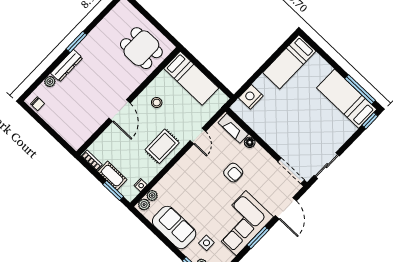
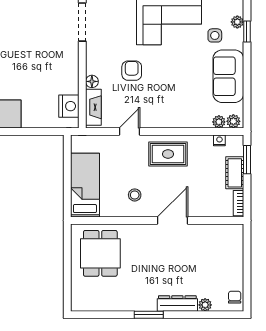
nightstand: (251, 97) -> (69, 106), moved, turned -90

